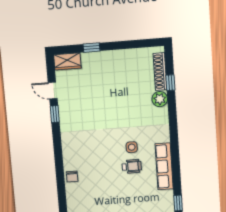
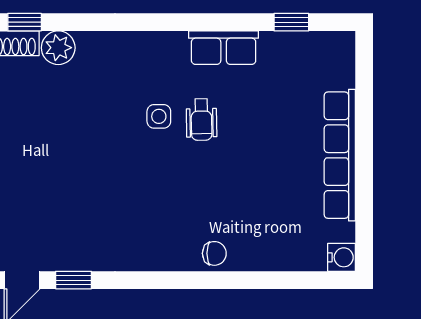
wheelchair: (132, 166) -> (201, 119), turned 180
row of seats: (164, 166) -> (224, 48), width x0.68

